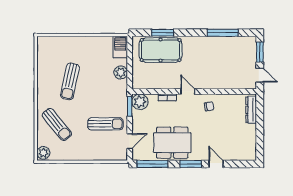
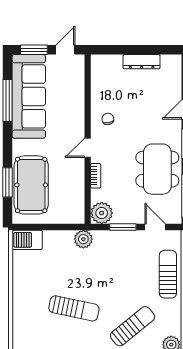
sofa: (226, 48) -> (29, 96), added
plant: (121, 72) -> (83, 239), moved
window: (130, 106) -> (123, 227), moved
dresser: (251, 110) -> (142, 62), moved
sun lounger: (105, 124) -> (168, 274), moved

